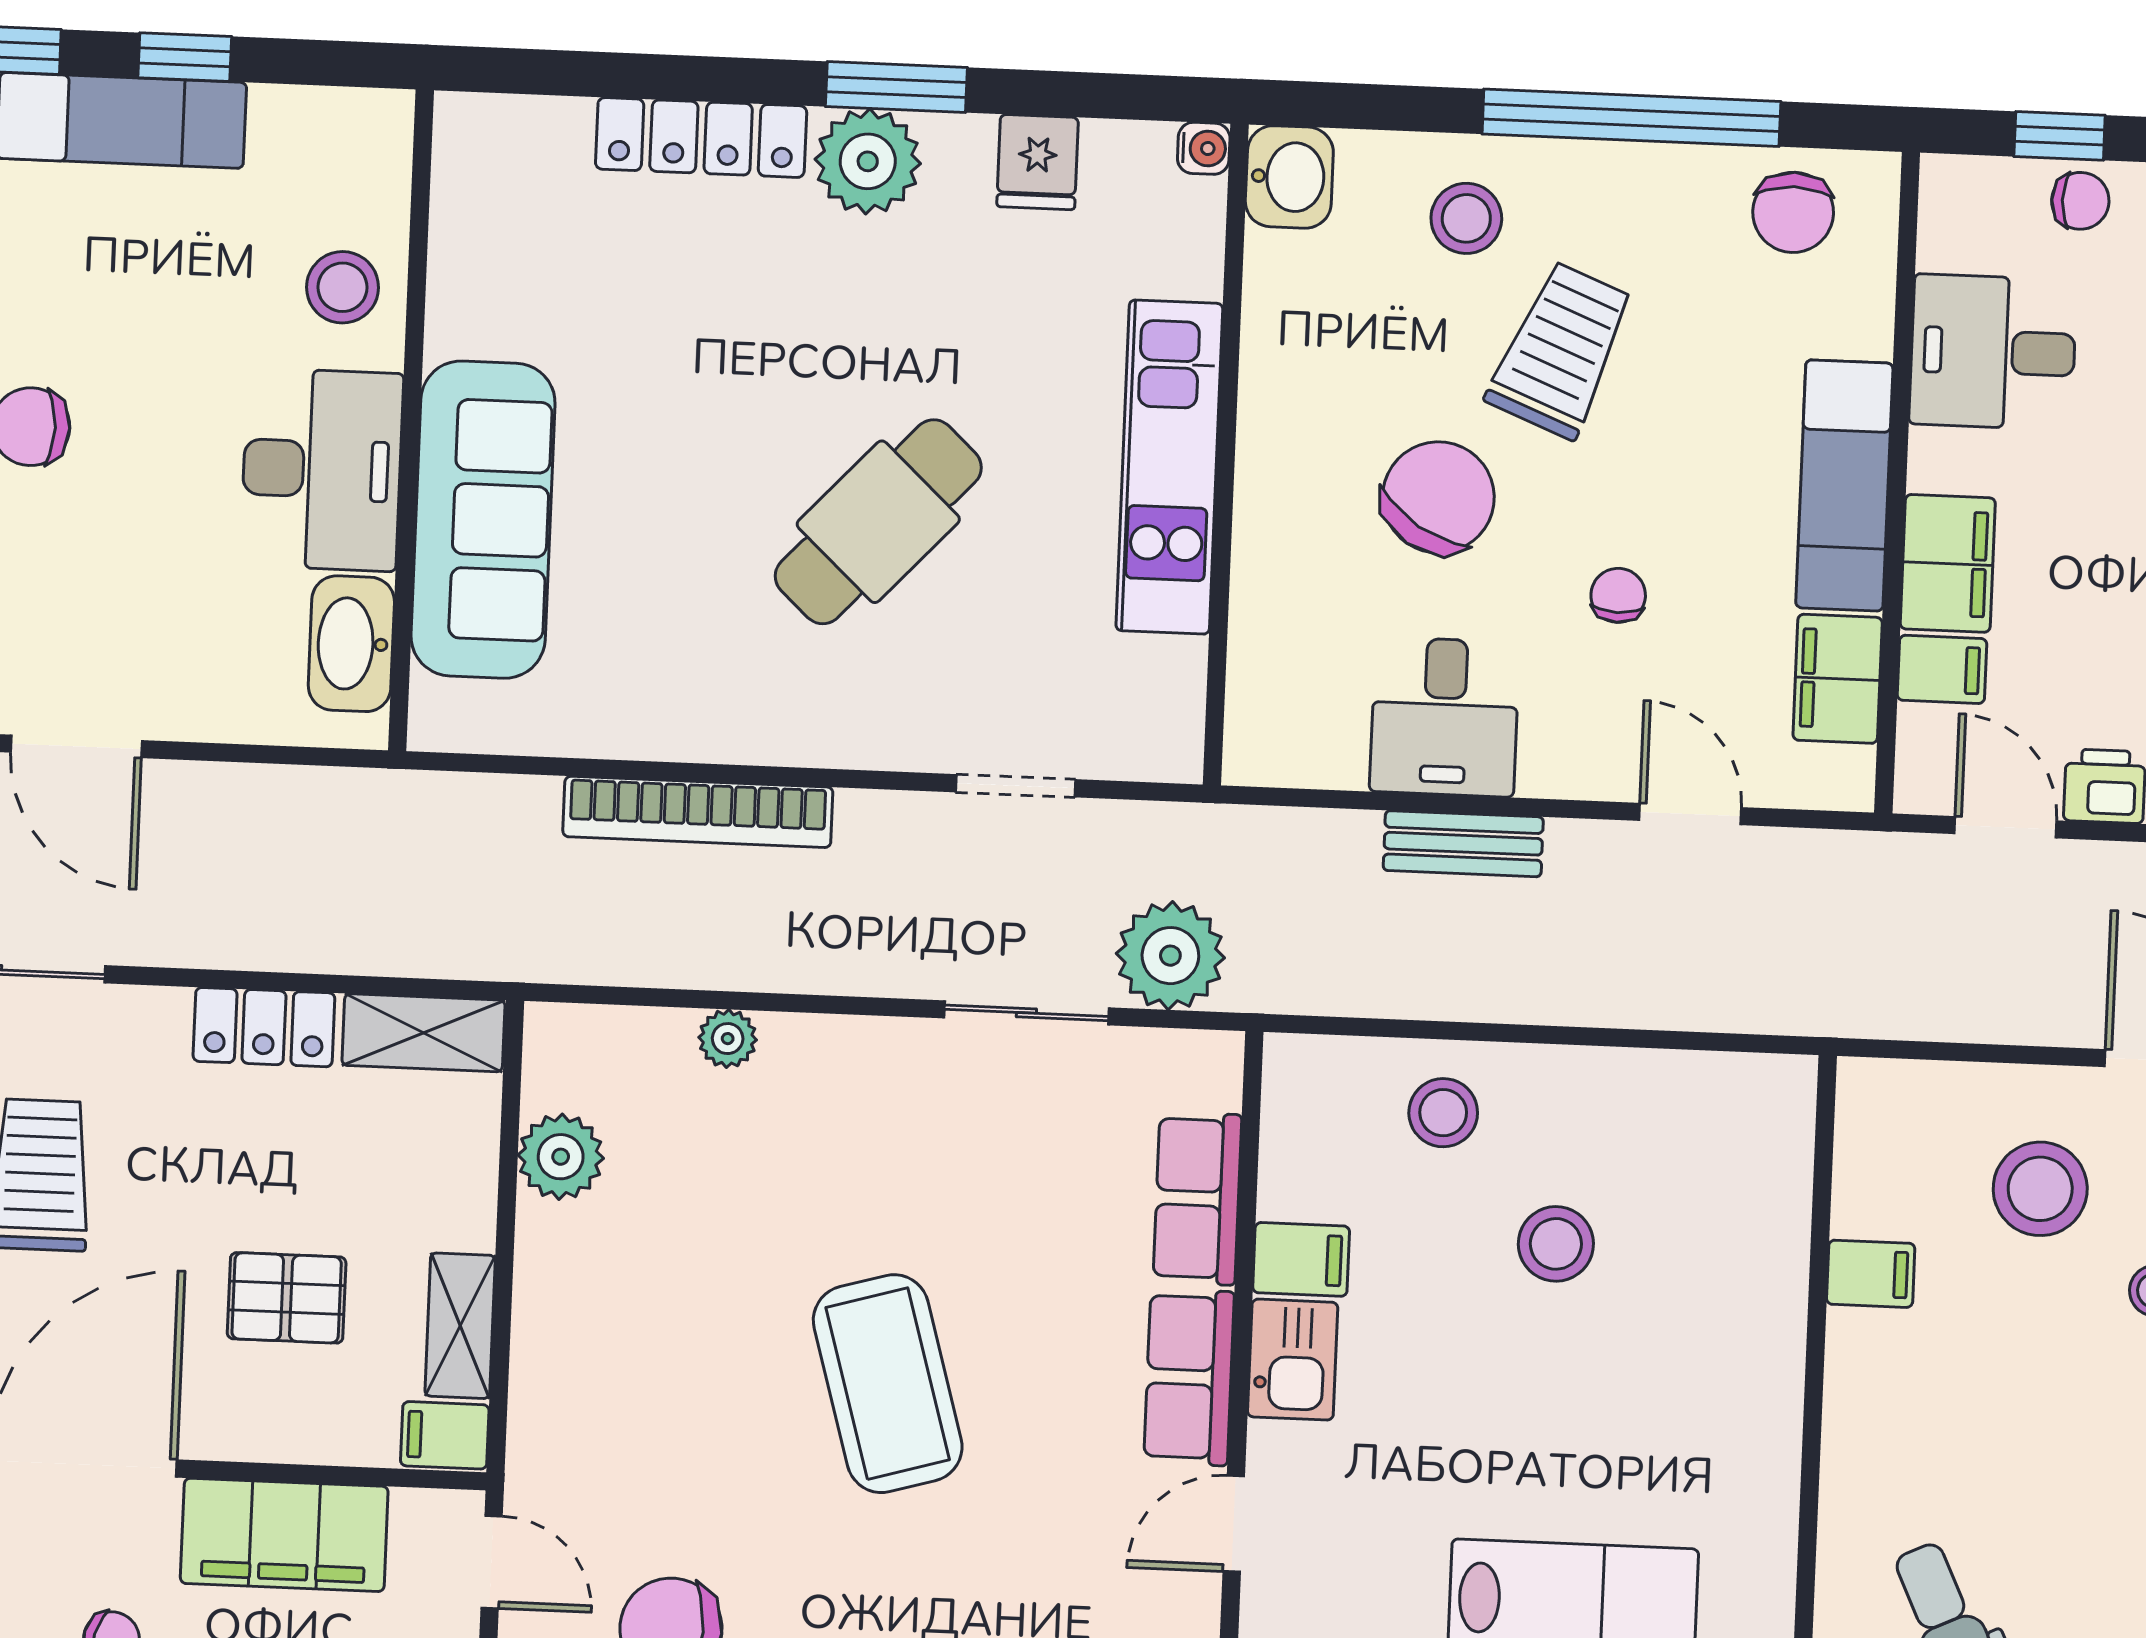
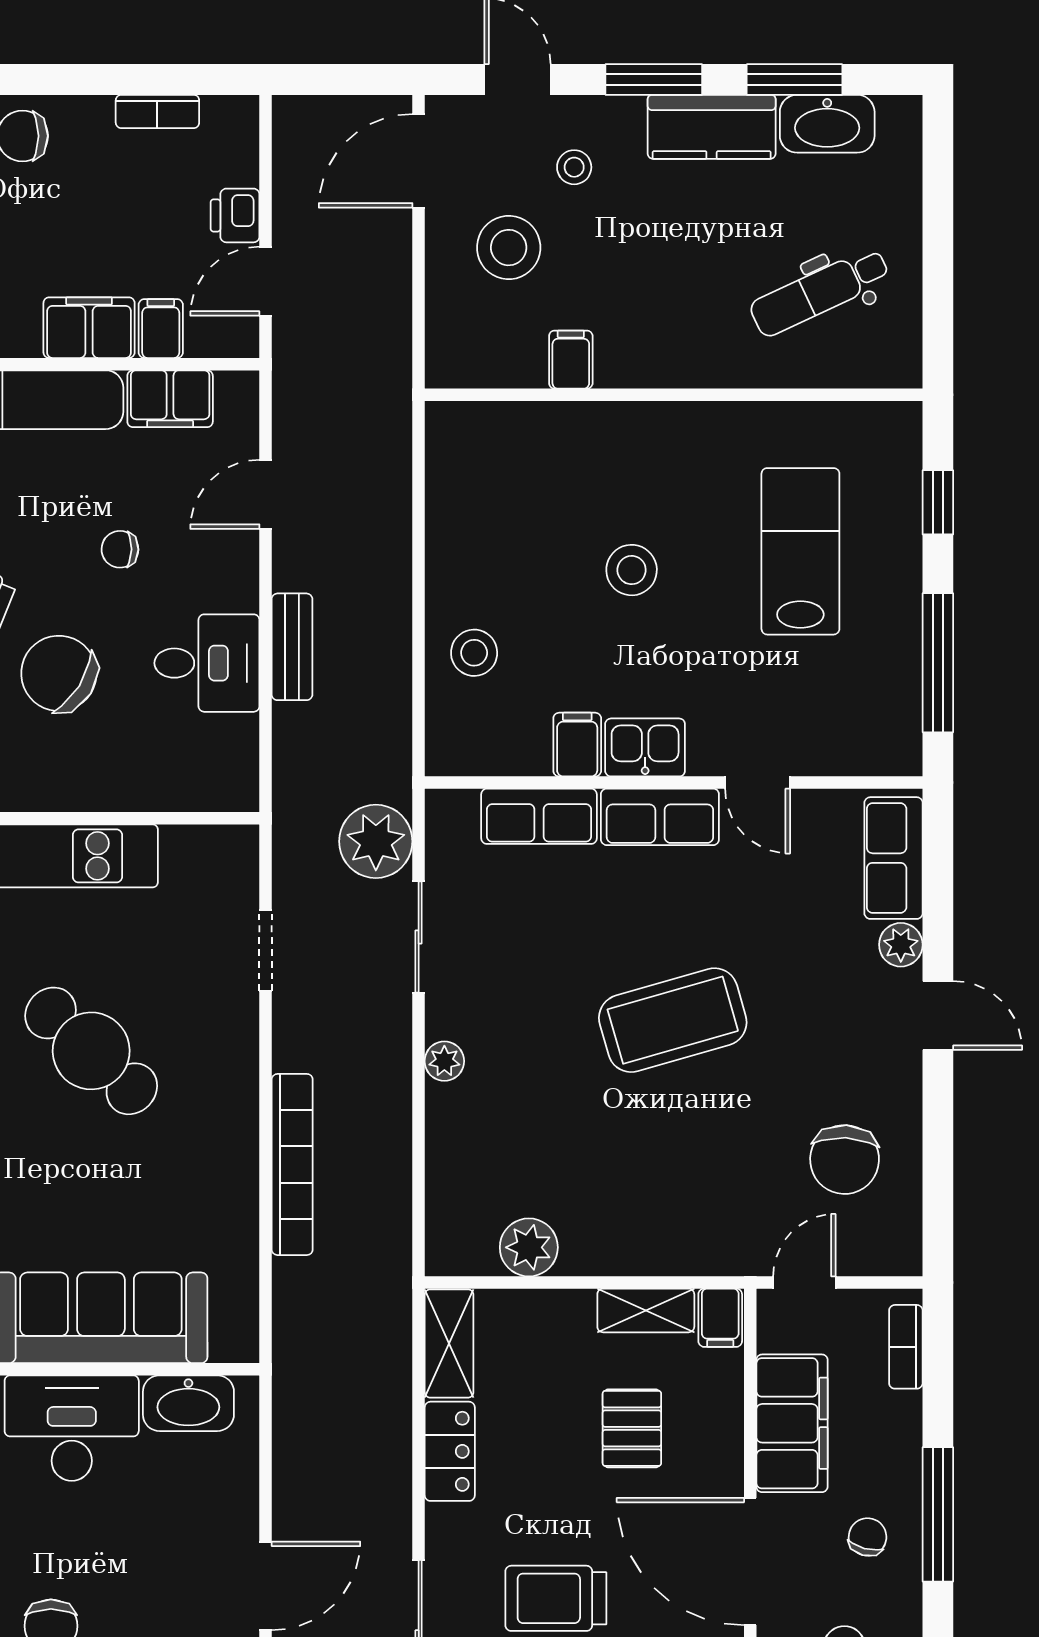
plant: (728, 1039) -> (444, 1061), moved
stool: (1556, 1244) -> (632, 570), moved

